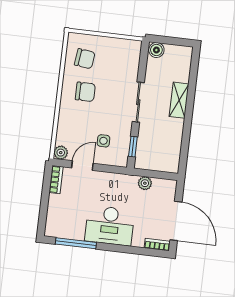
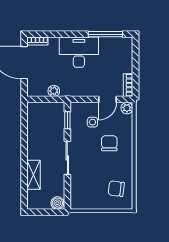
chair: (85, 92) -> (109, 143), moved, turned 90
shelving: (179, 100) -> (34, 175), moved

